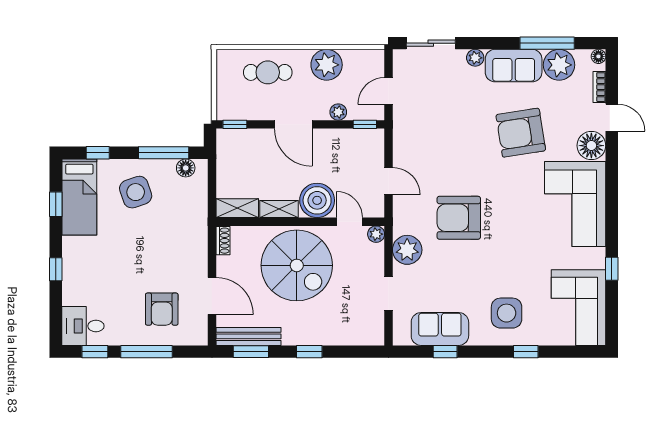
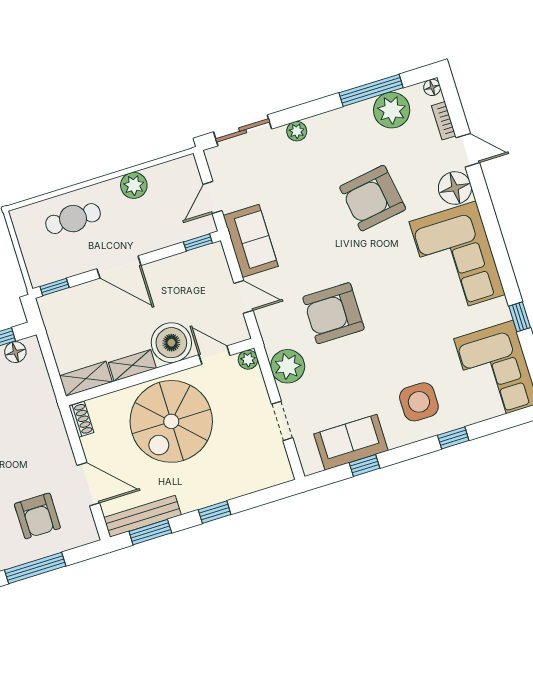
plant: (327, 65) -> (134, 185), width x0.73, depth x0.73
sofa: (514, 66) -> (251, 241), moved, turned -90
plant: (338, 112) -> (164, 238), removed
spiral stairs: (297, 265) -> (171, 421), turned 90

